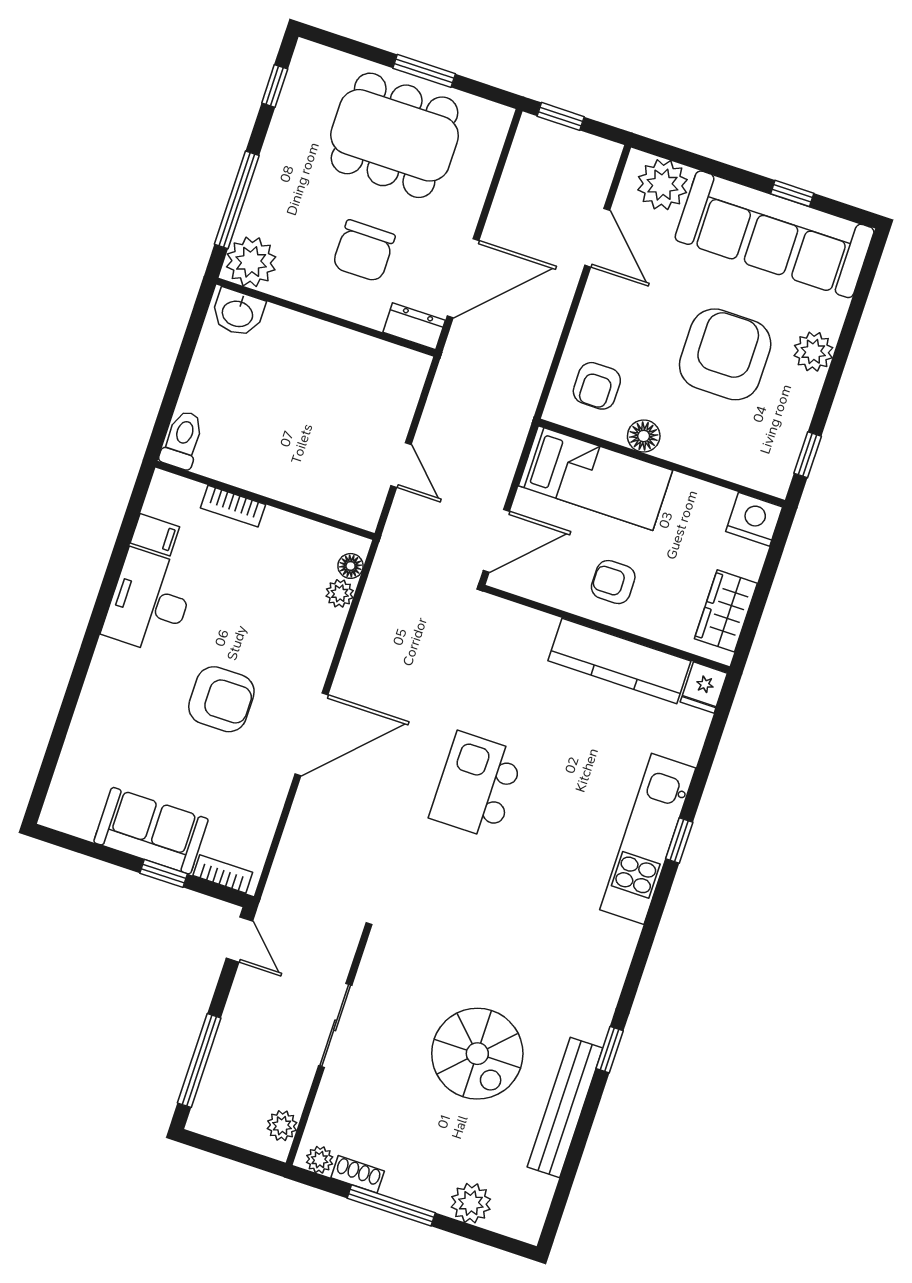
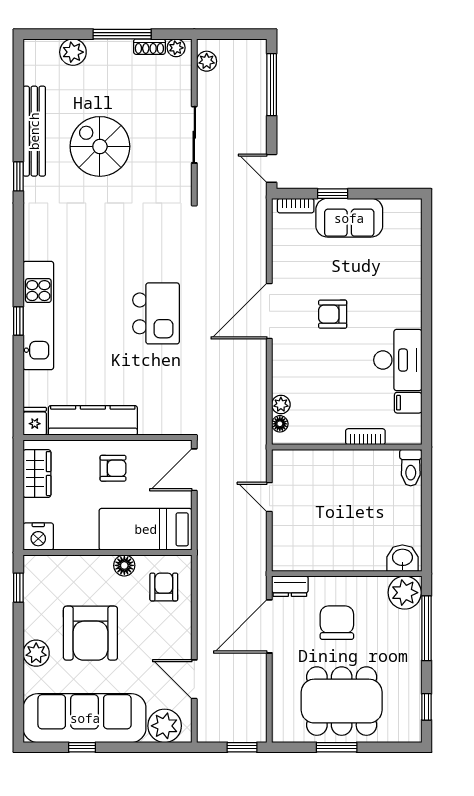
armchair: (221, 699) -> (333, 314), width x0.72, depth x0.72

